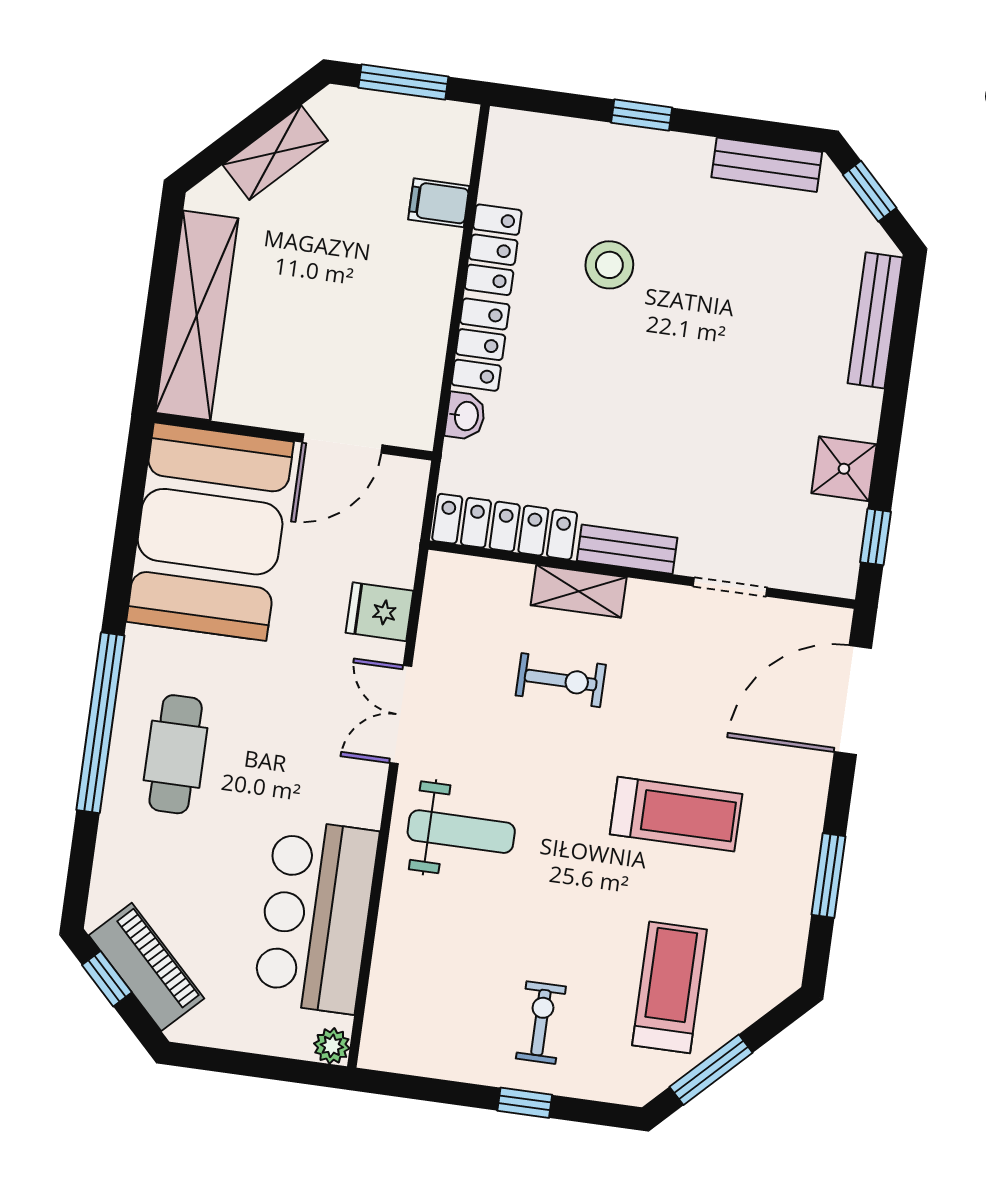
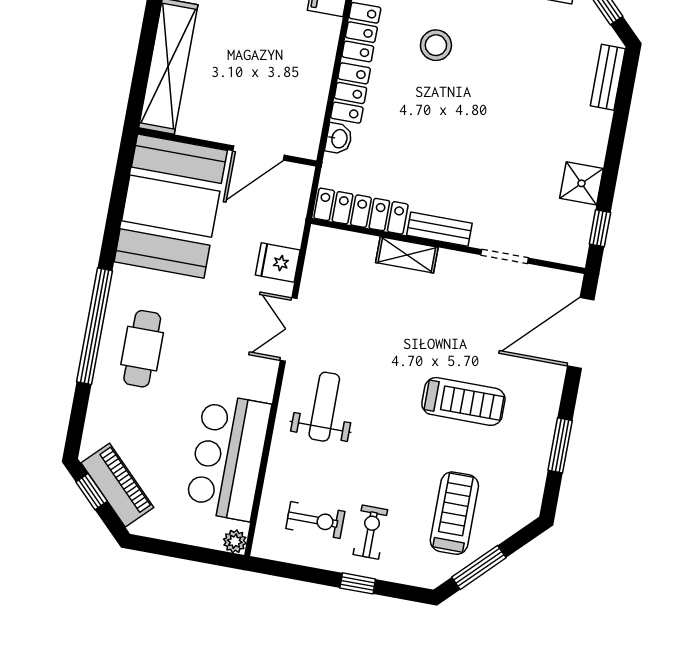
bench: (875, 320) -> (608, 77), width x0.73
exercise bike: (561, 680) -> (315, 520), moved
weight bench: (461, 832) -> (324, 407), turned -90

